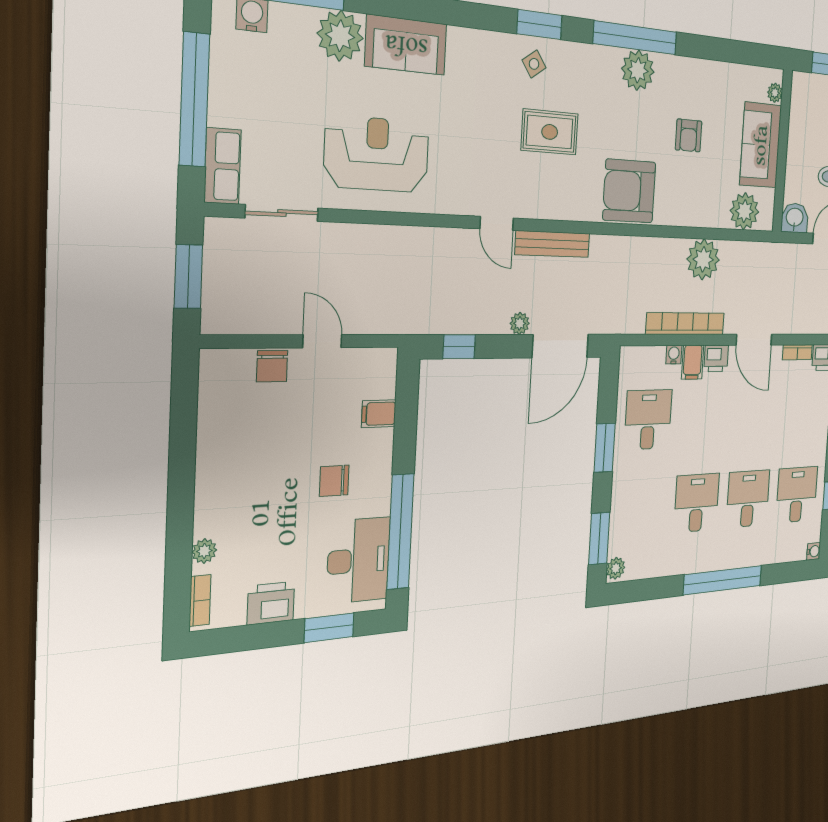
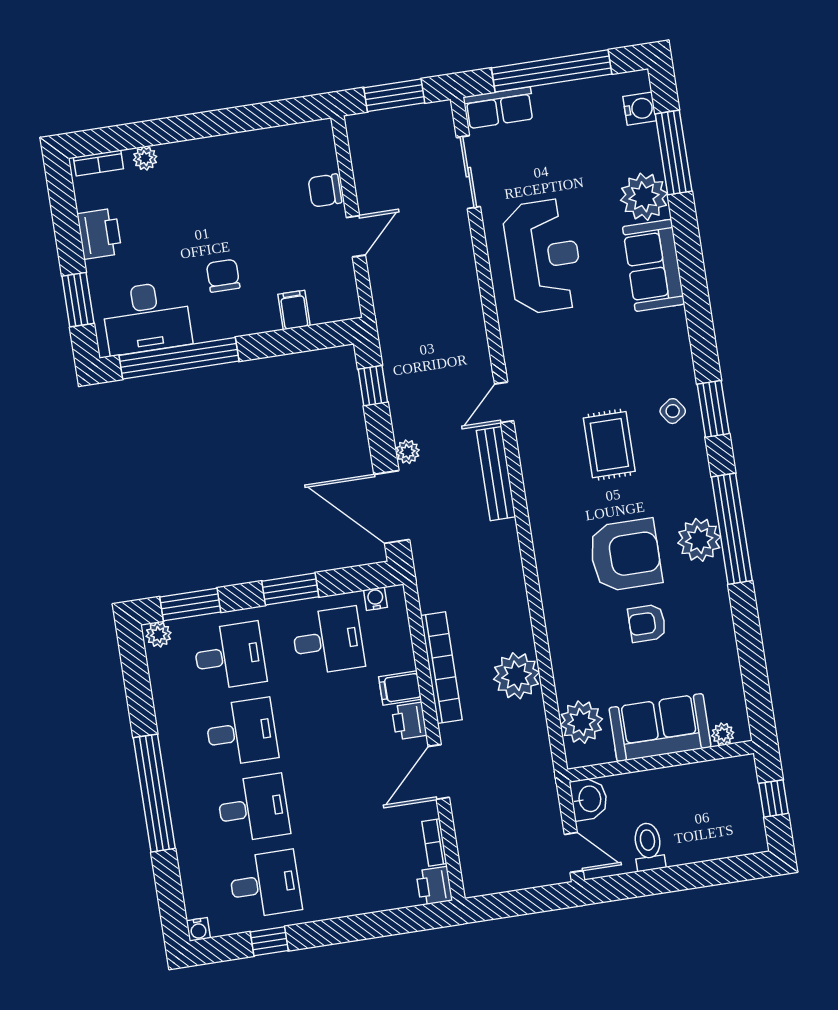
armchair: (629, 191) -> (625, 555), moved, turned 90
water cooler: (674, 355) -> (375, 599), moved, turned -90
desk: (643, 507) -> (230, 656), added

